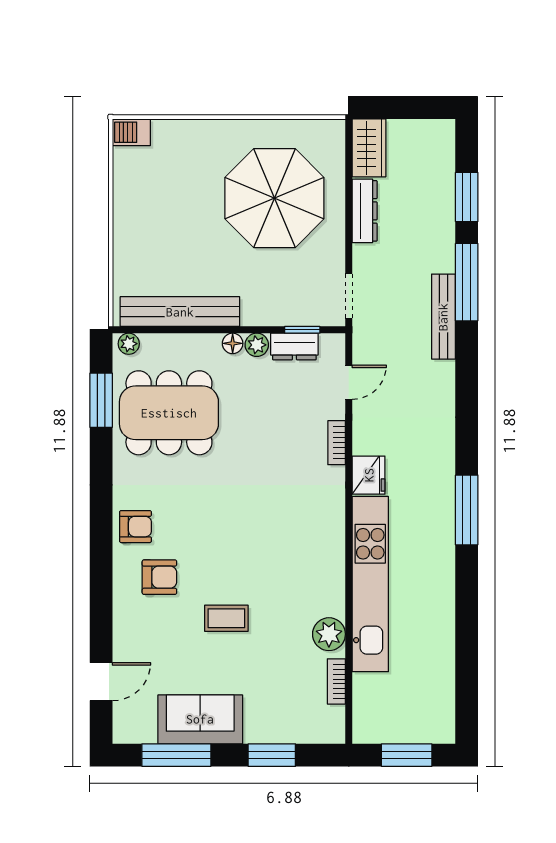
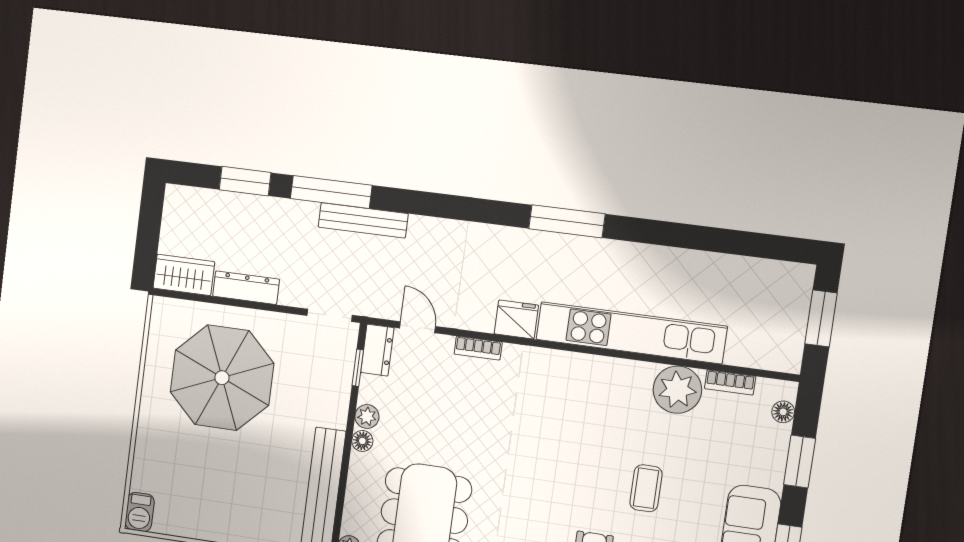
dresser: (294, 346) -> (377, 350), moved
plant: (329, 634) -> (677, 390), width x1.36, depth x1.36
floor lamp: (316, 734) -> (783, 412), added

